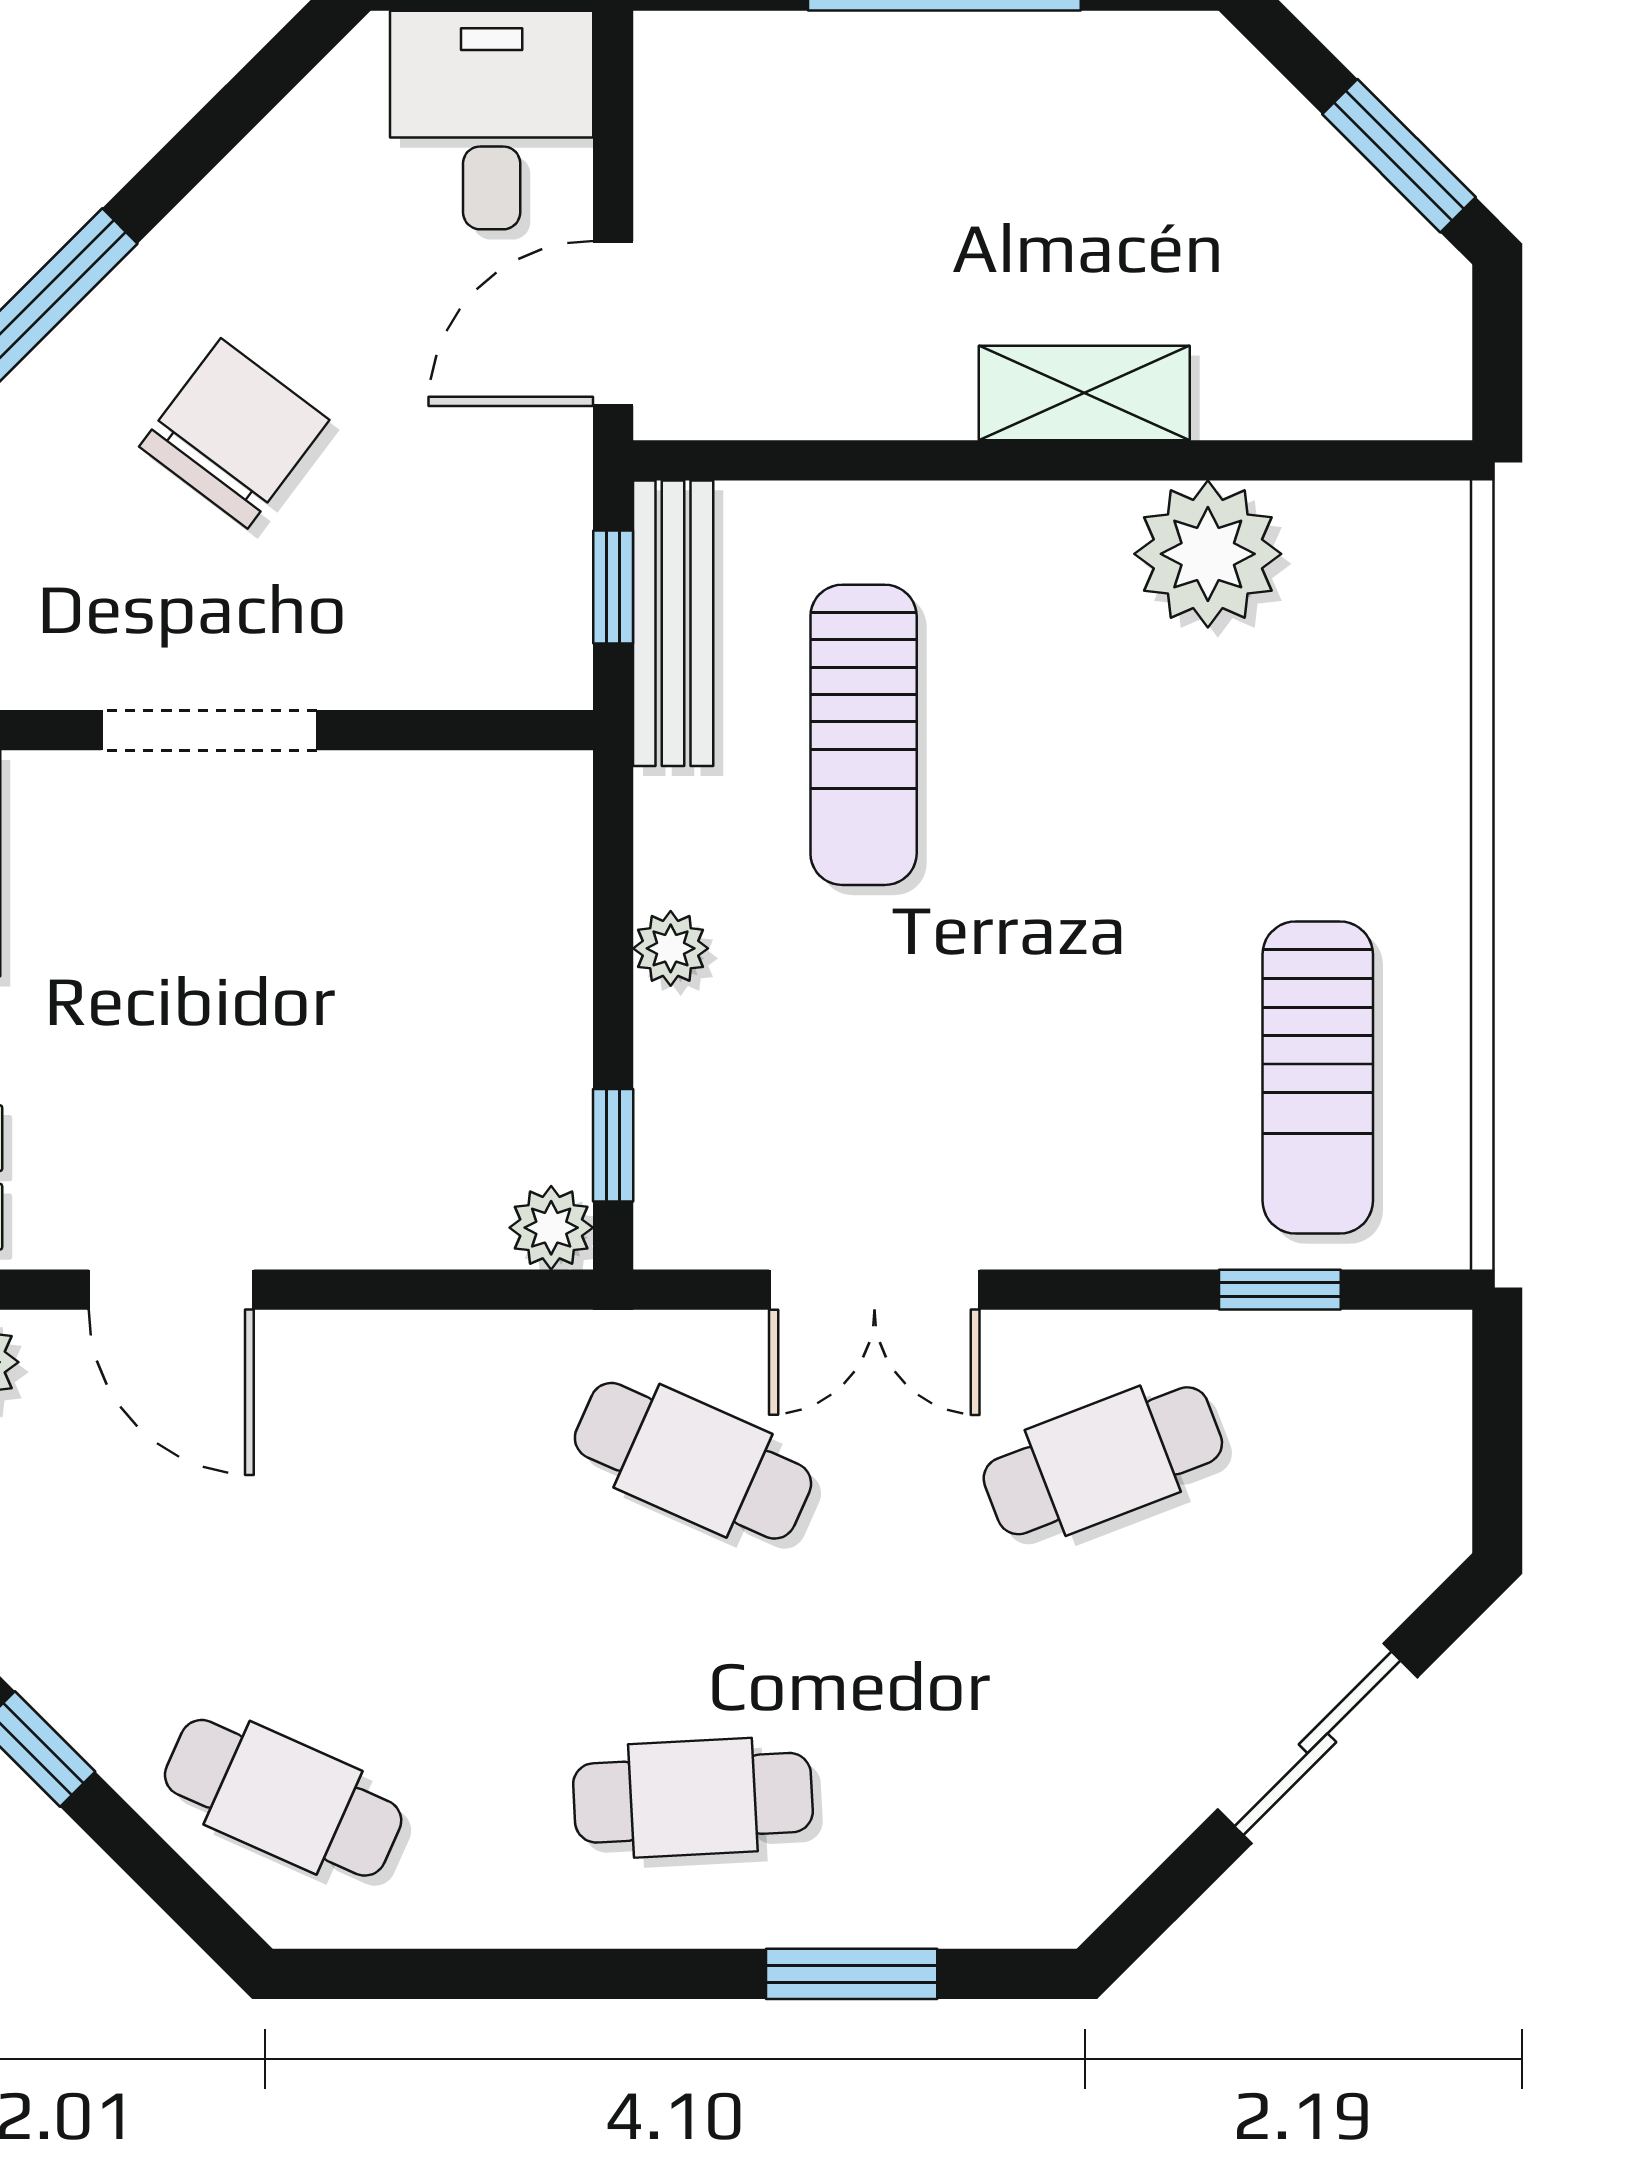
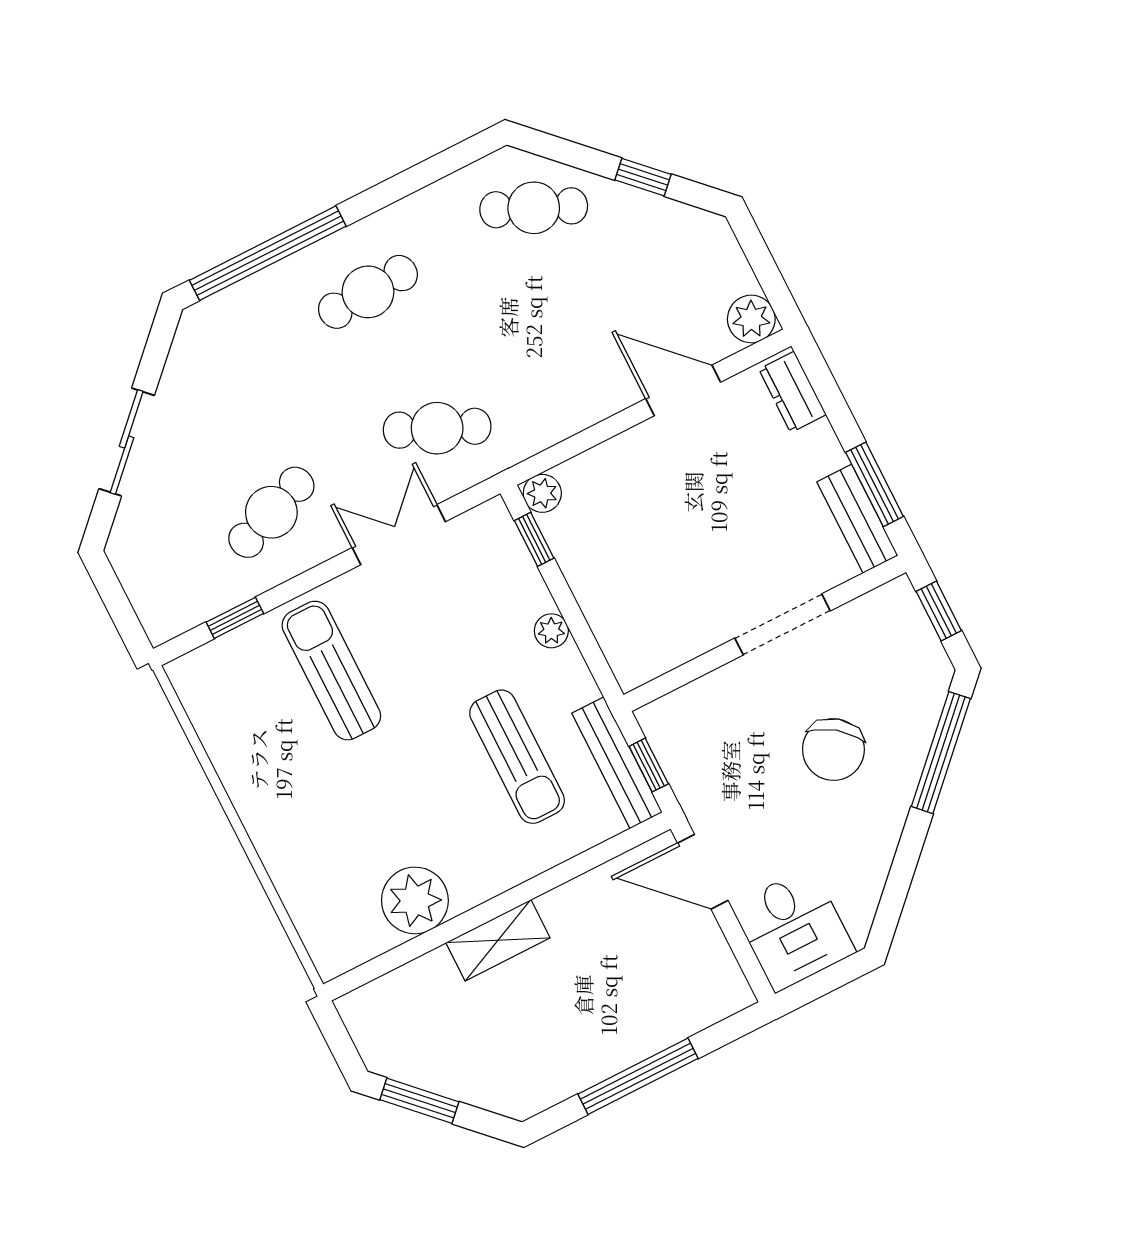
door: (613, 323) -> (703, 872), swing flipped
sun lounger: (864, 735) -> (517, 757), turned 180
sun lounger: (1318, 1078) -> (331, 671), moved
window: (852, 1974) -> (268, 253), width x2.11

